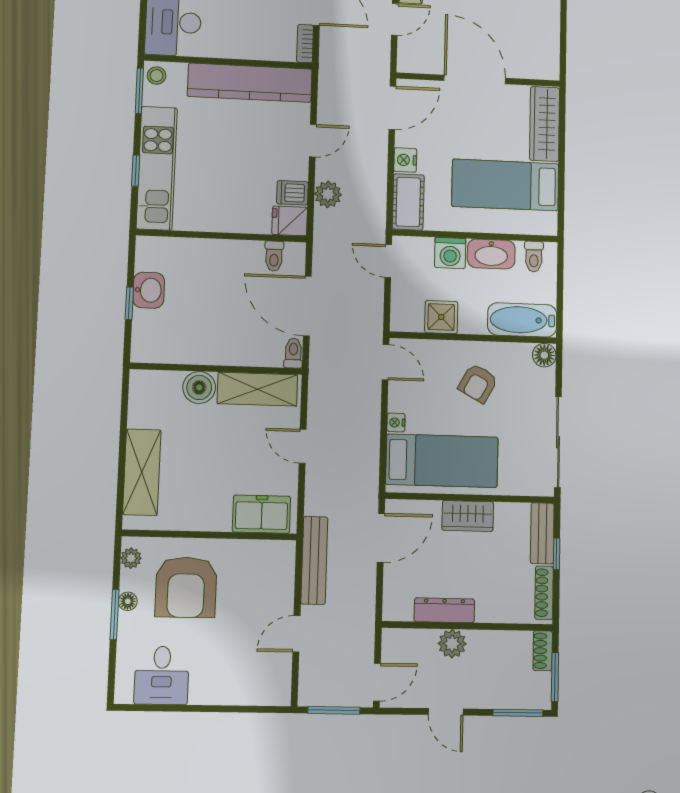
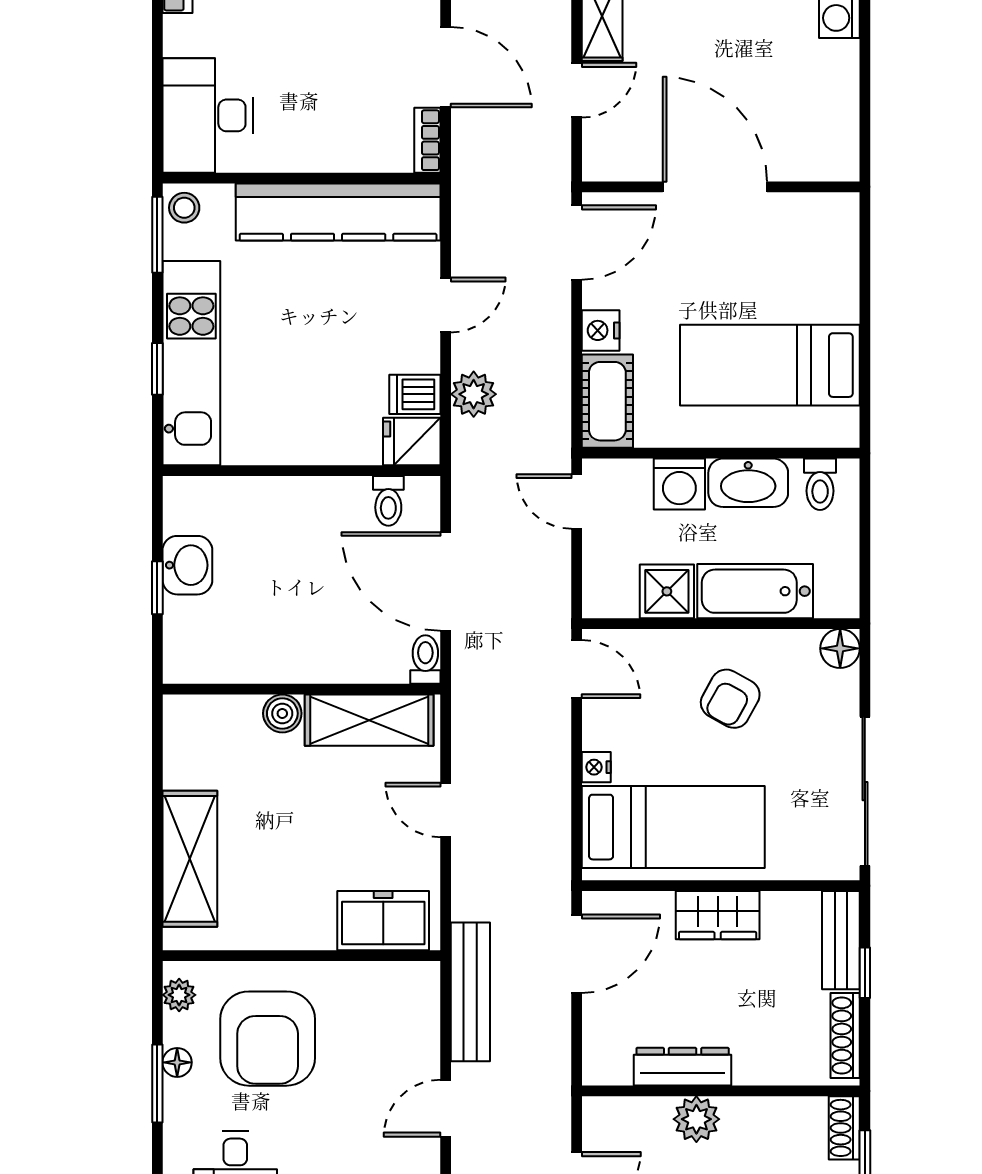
wardrobe: (545, 124) -> (835, 258), removed
bathtub: (522, 320) -> (755, 591), moved
boiler: (199, 387) -> (282, 713), width x0.73, depth x0.73

